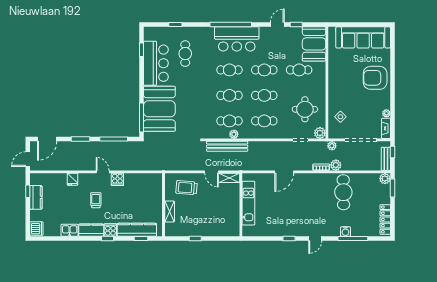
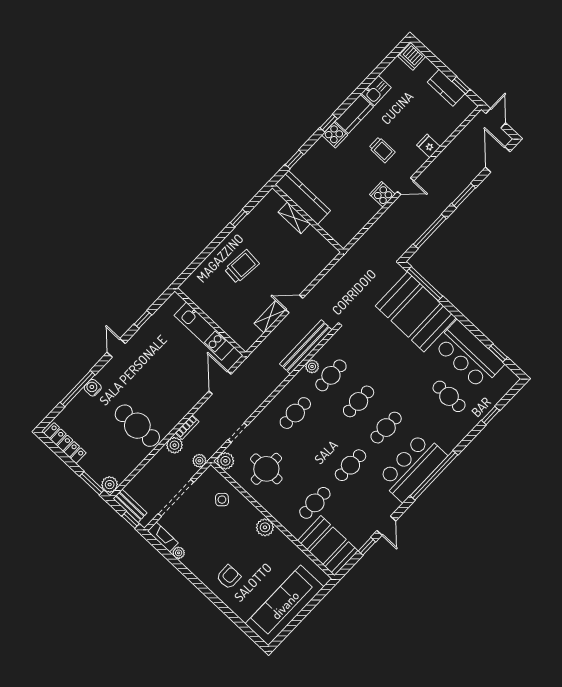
armchair: (375, 78) -> (229, 577), width x0.53, depth x0.53
plant: (334, 83) -> (265, 527), added
cafe table: (264, 95) -> (323, 439), removed
trolley: (187, 188) -> (242, 266), moved
kitchen unit: (248, 203) -> (204, 331), moved
wall: (241, 205) -> (210, 322), moved
kitchen counter: (137, 230) -> (303, 198), moved, turned -90

